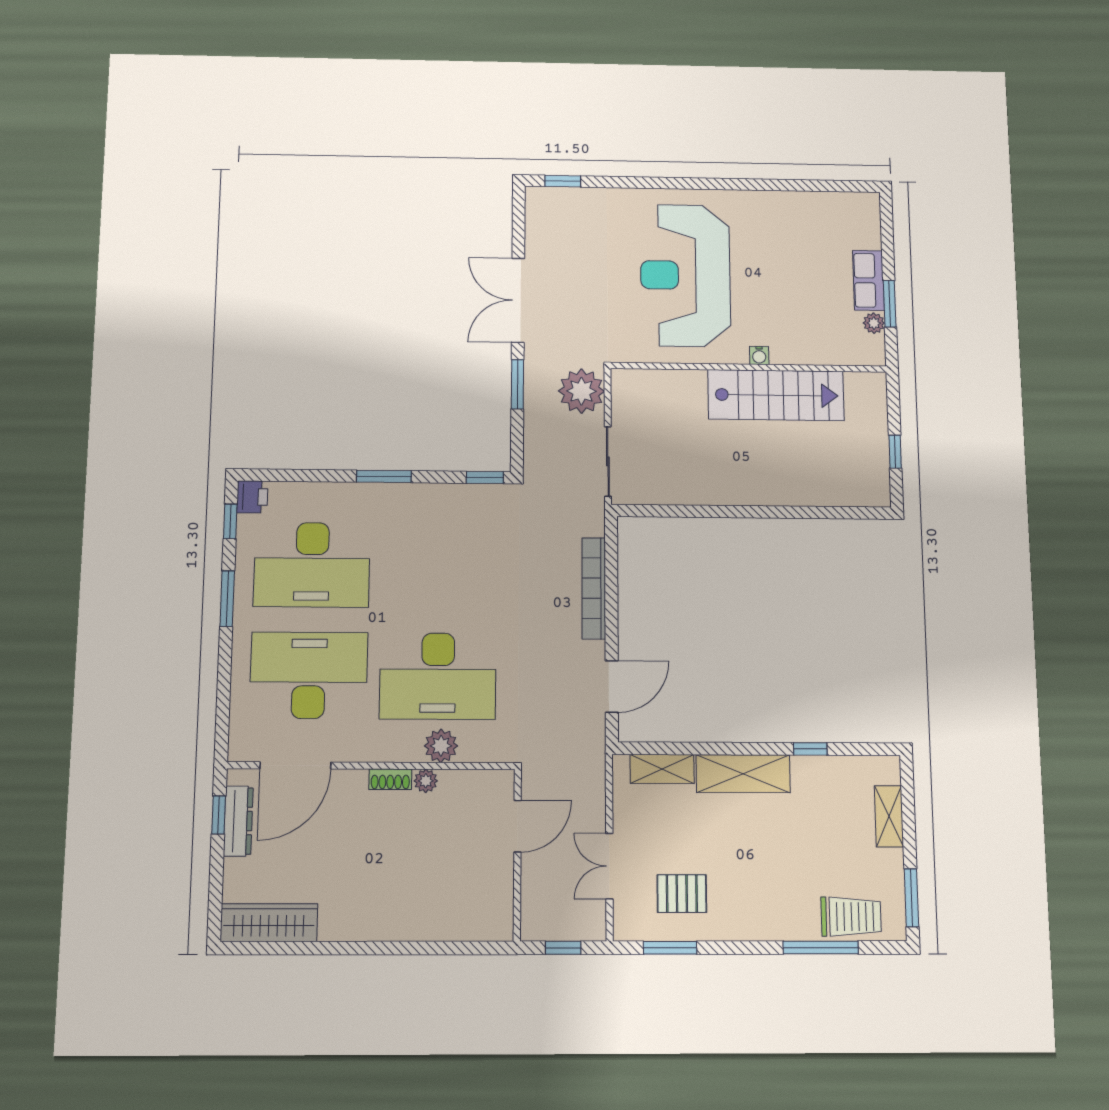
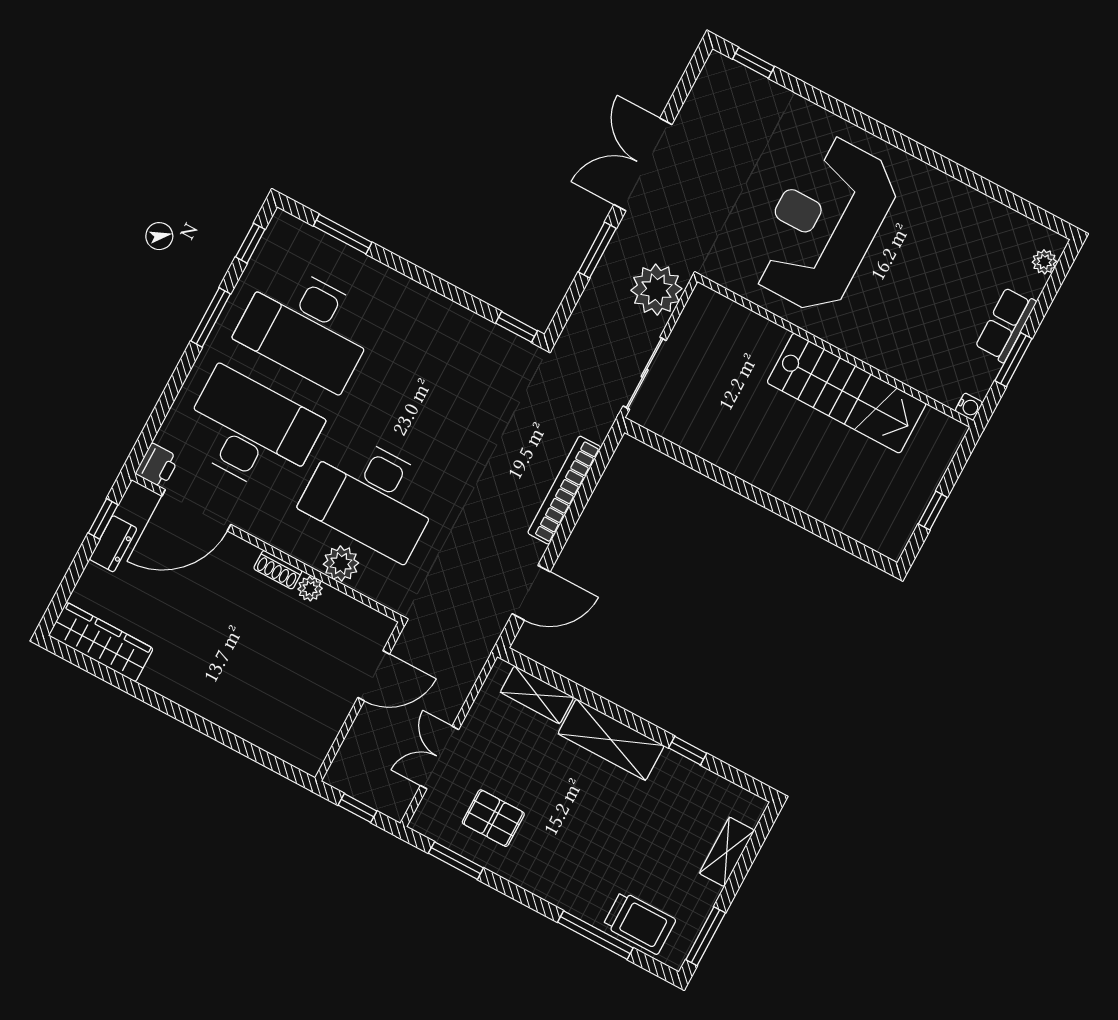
plant: (874, 323) -> (1044, 262), moved
water cooler: (759, 355) -> (969, 407), moved, turned -90
window: (384, 476) -> (343, 234), moved
printer: (252, 497) -> (157, 465), moved
dresser: (238, 821) -> (113, 544), width x0.70

